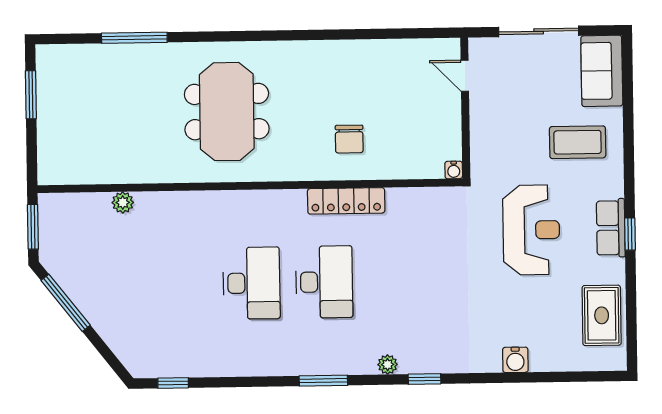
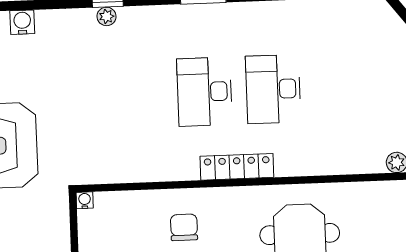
locker: (346, 201) -> (237, 167), moved
plant: (388, 365) -> (107, 16), moved

